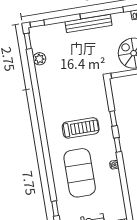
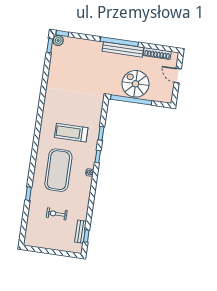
bench: (88, 23) -> (123, 49), moved
plant: (39, 59) -> (58, 41), moved
treadmill: (81, 128) -> (71, 133), turned 180

